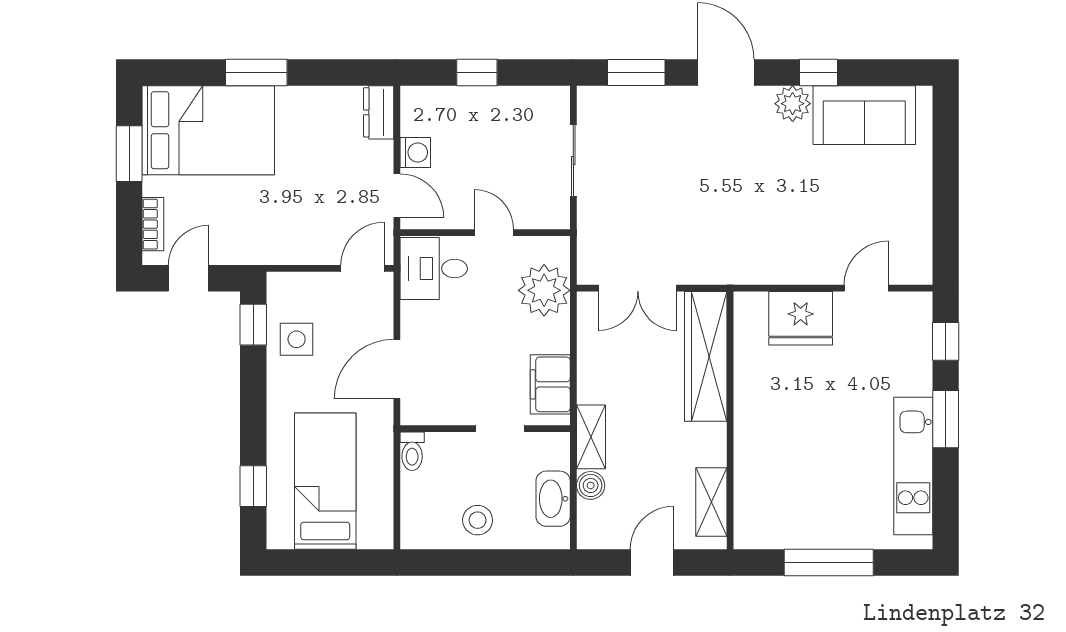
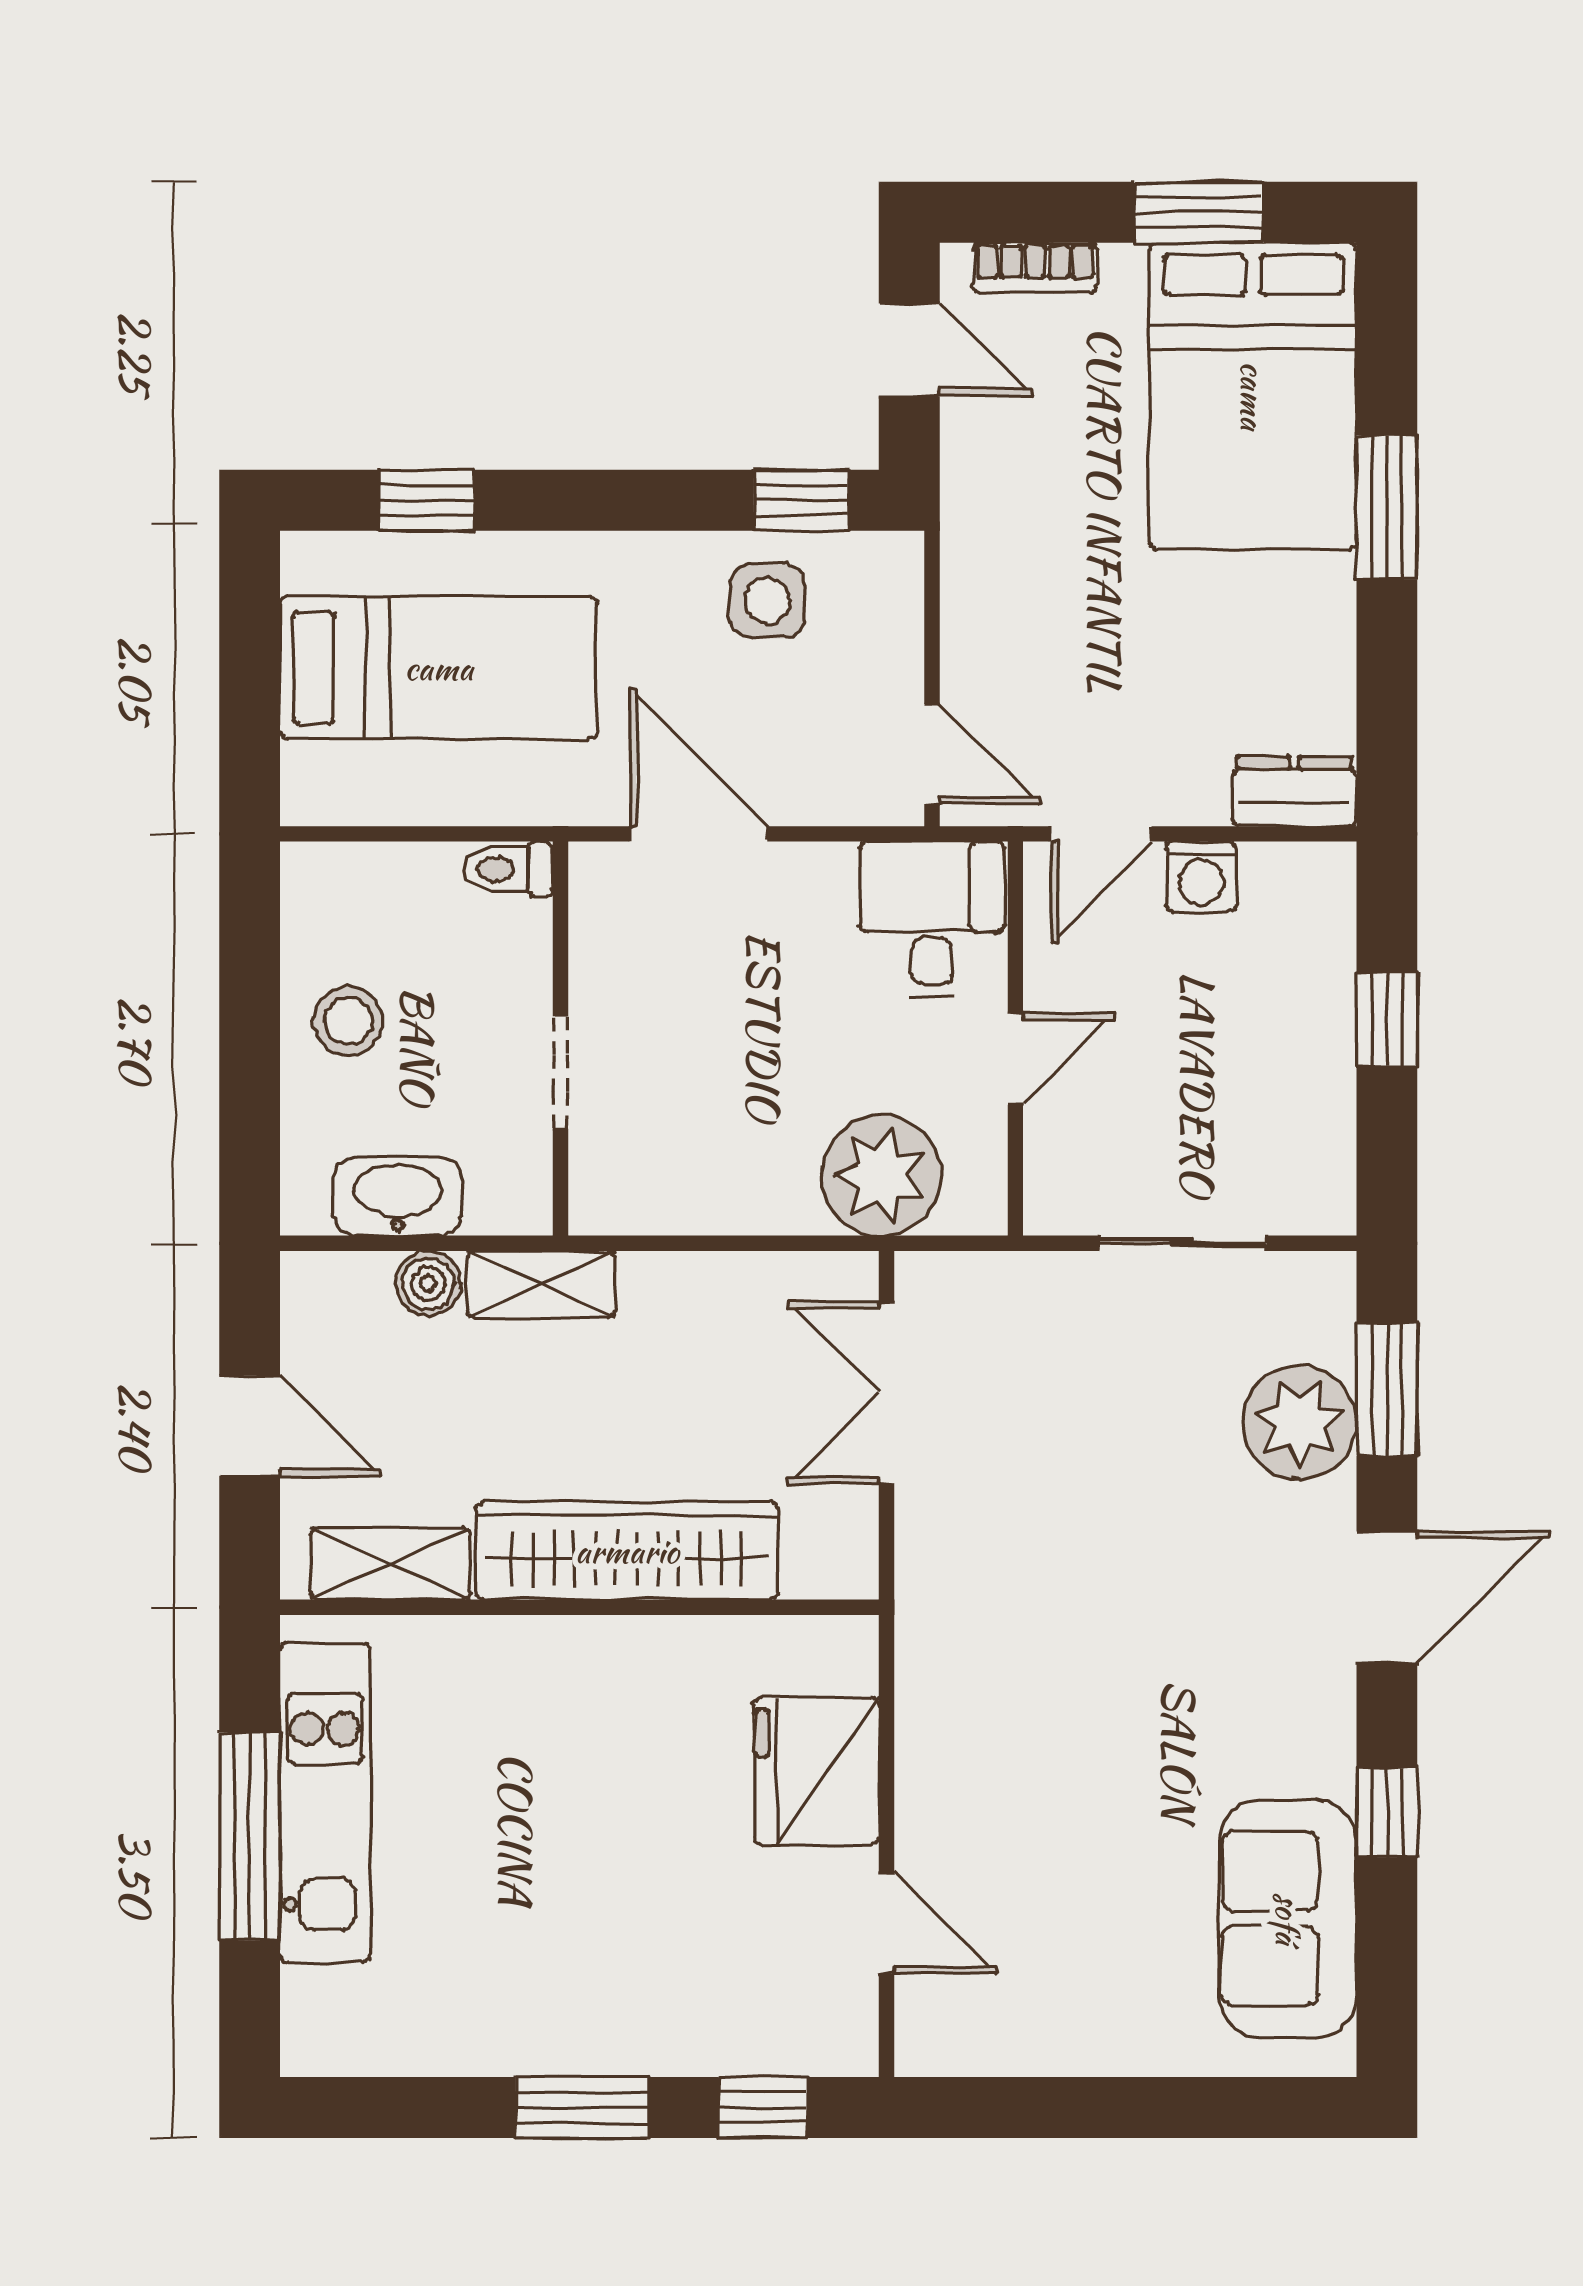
plant: (793, 104) -> (1300, 1423), moved, width x1.36, depth x1.36
wardrobe: (706, 356) -> (627, 1551), moved
filing cabinet: (550, 384) -> (663, 1190), removed
kitchen unit: (913, 466) -> (325, 1802), moved, turned 90

